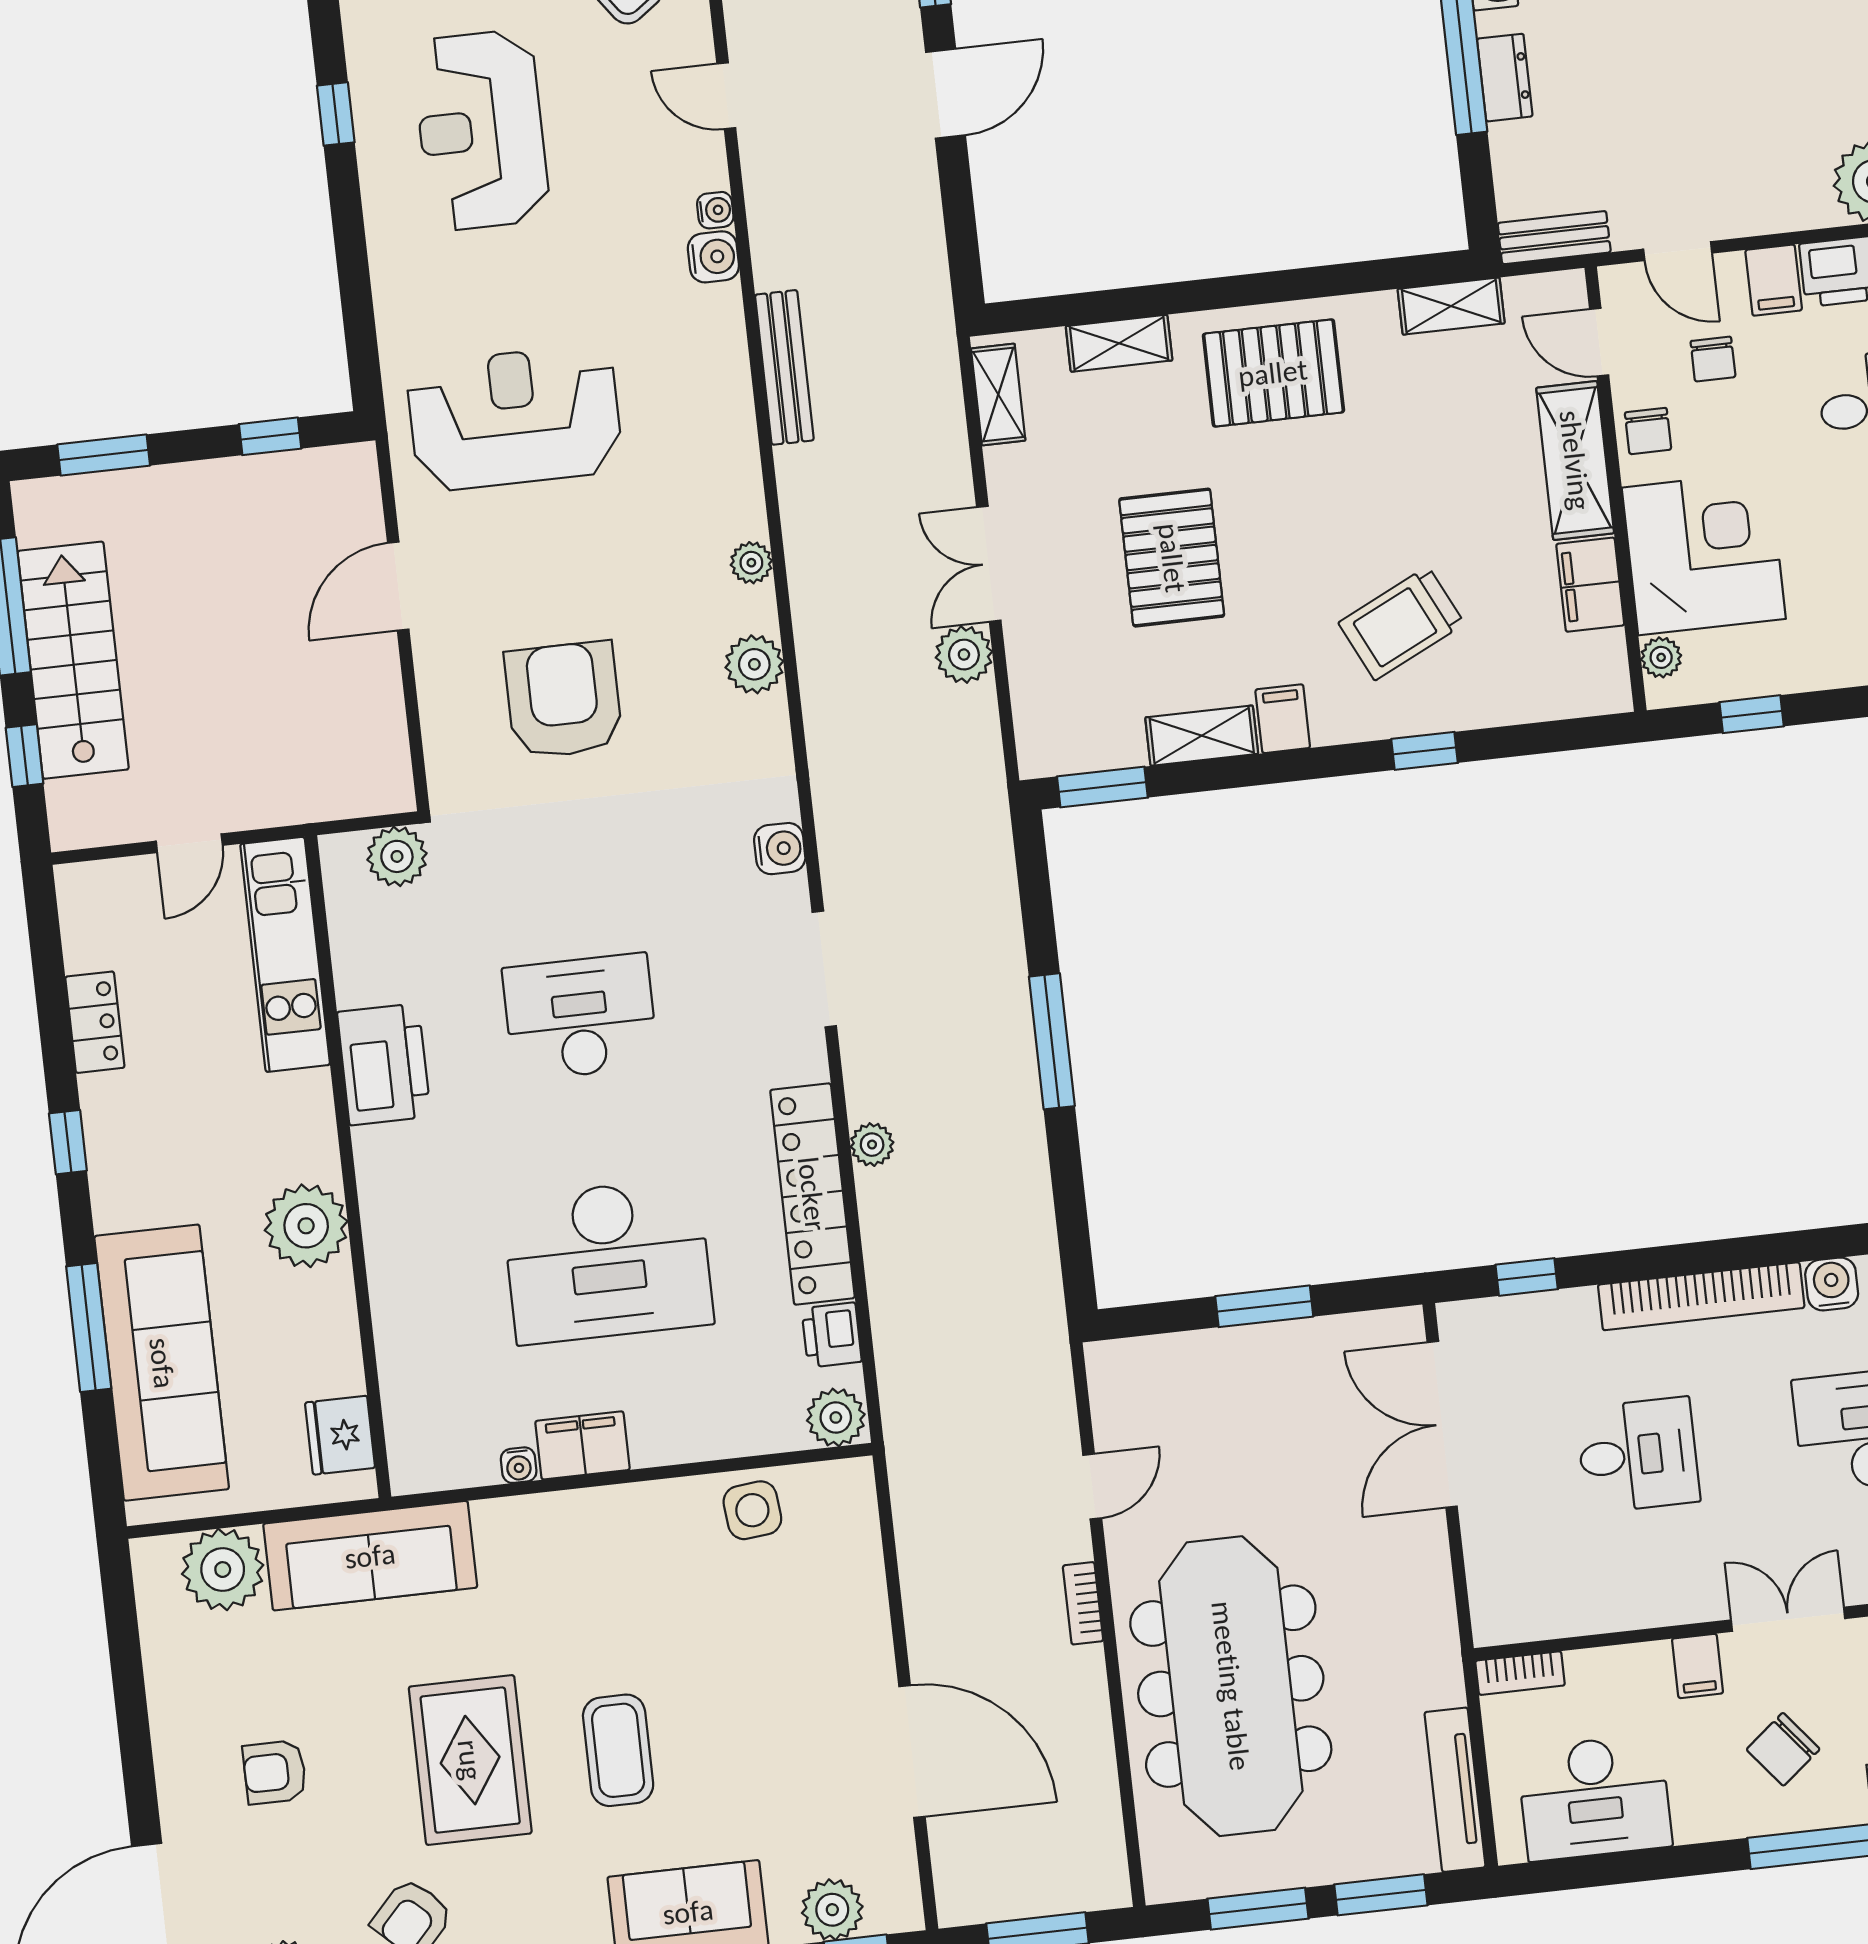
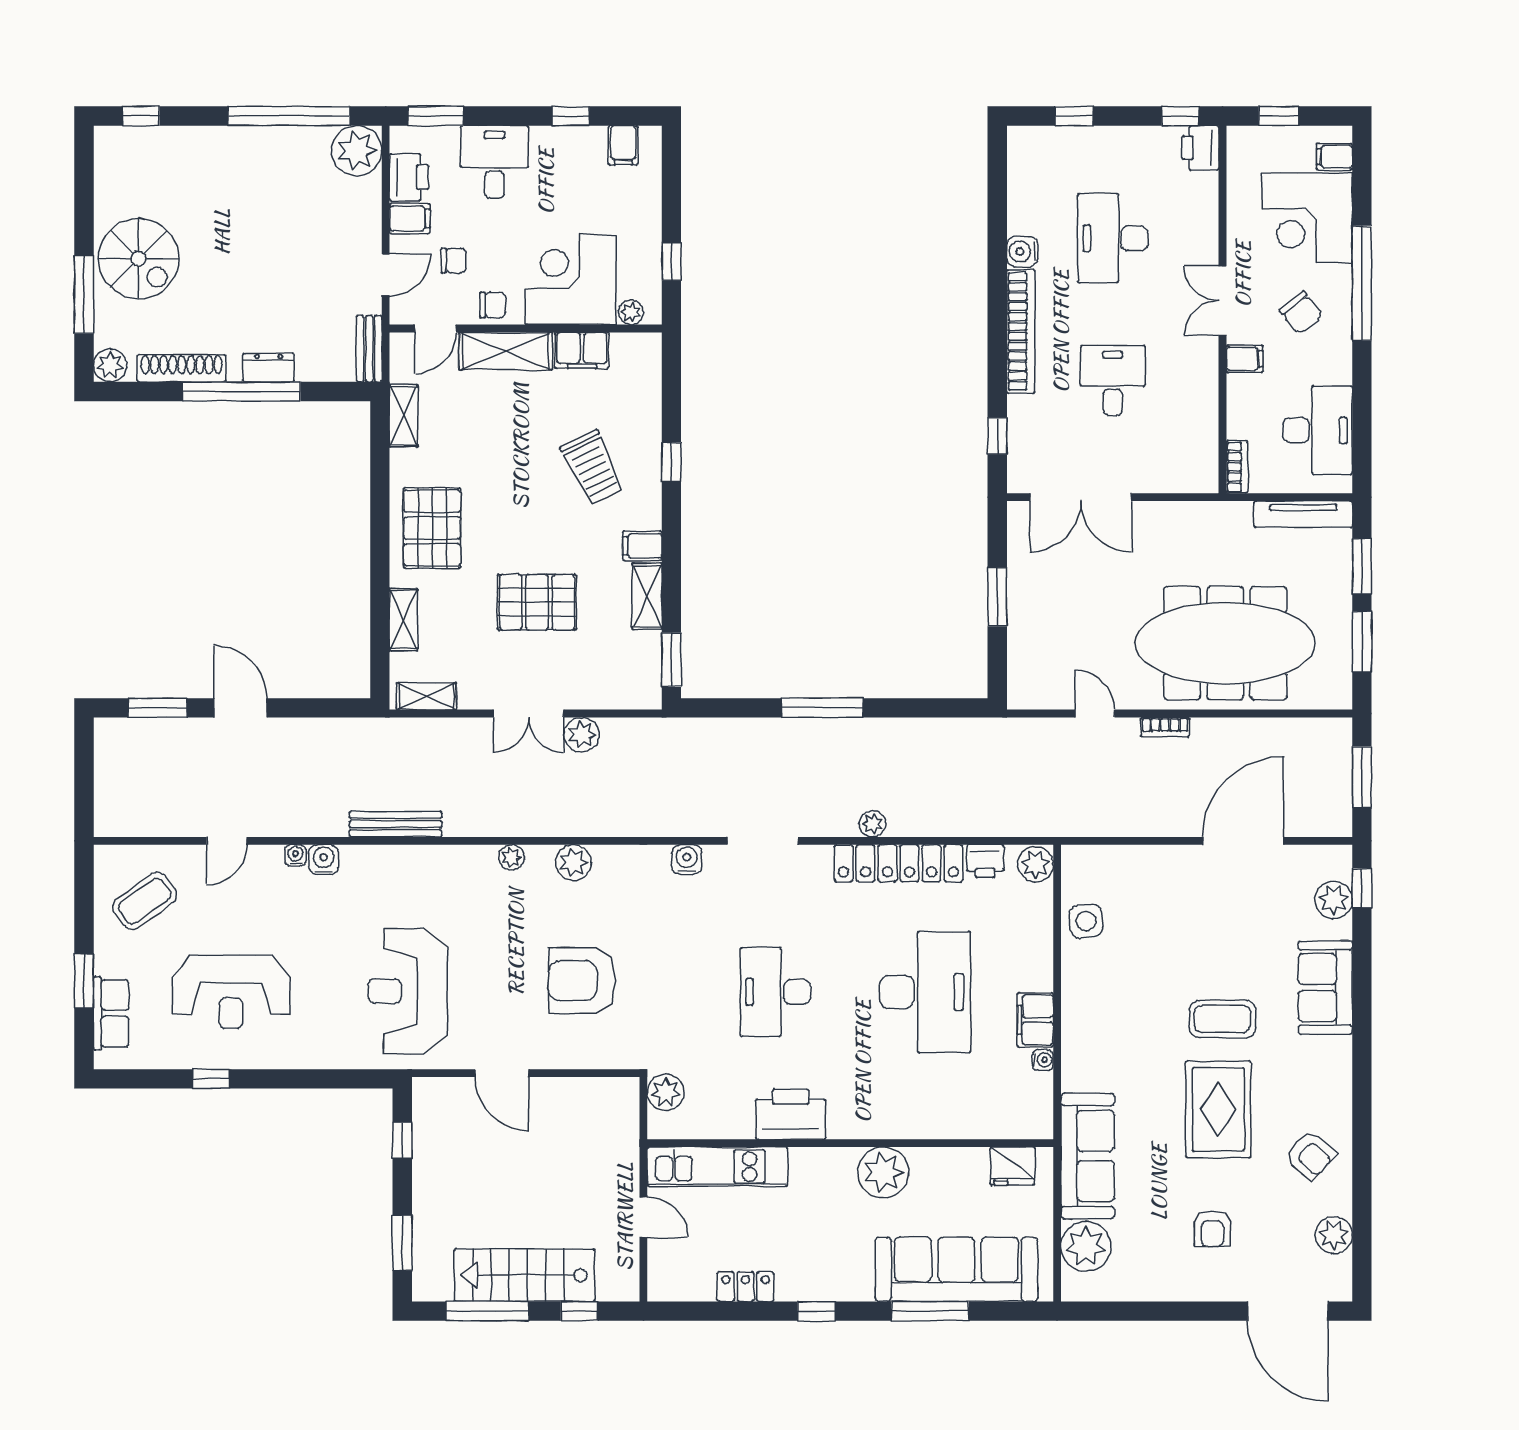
rug: (470, 1760) -> (1218, 1109), turned 90

